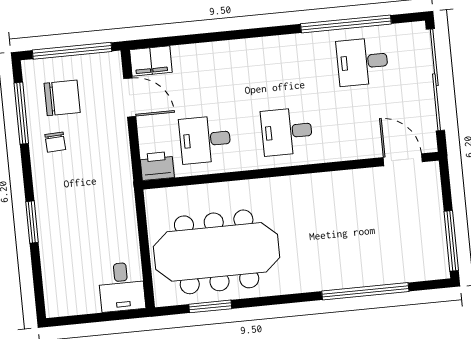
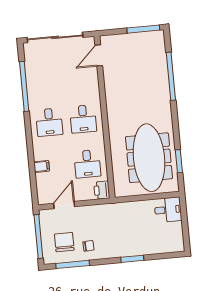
filing cabinet: (151, 61) -> (42, 166), moved, width x0.50
desk: (362, 62) -> (49, 122), moved

